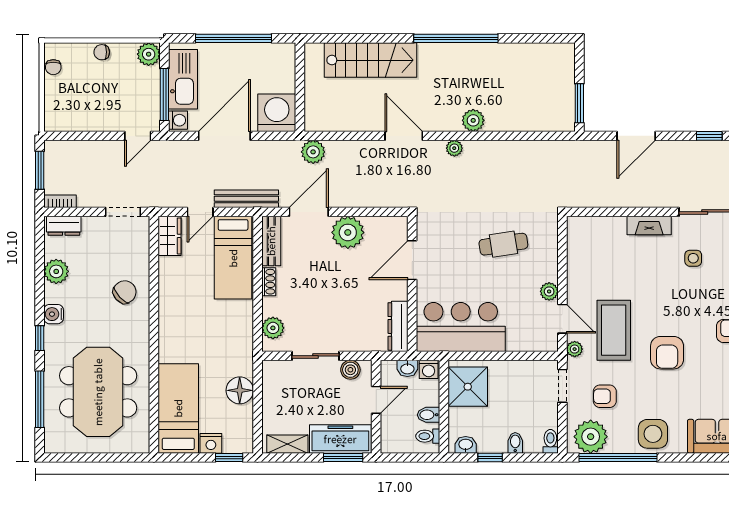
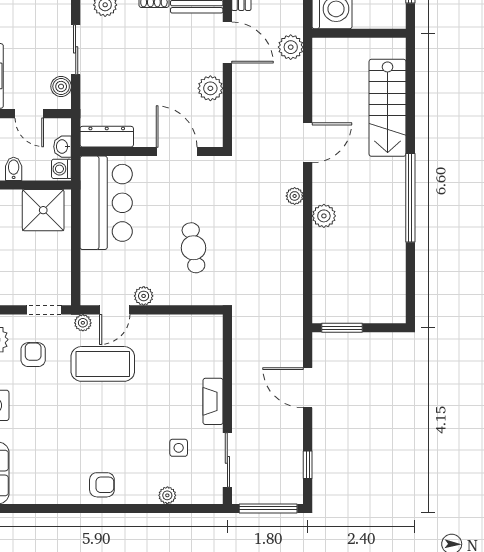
plant: (348, 232) -> (210, 88), width x0.73, depth x0.73
armchair: (667, 353) -> (79, 420), removed

